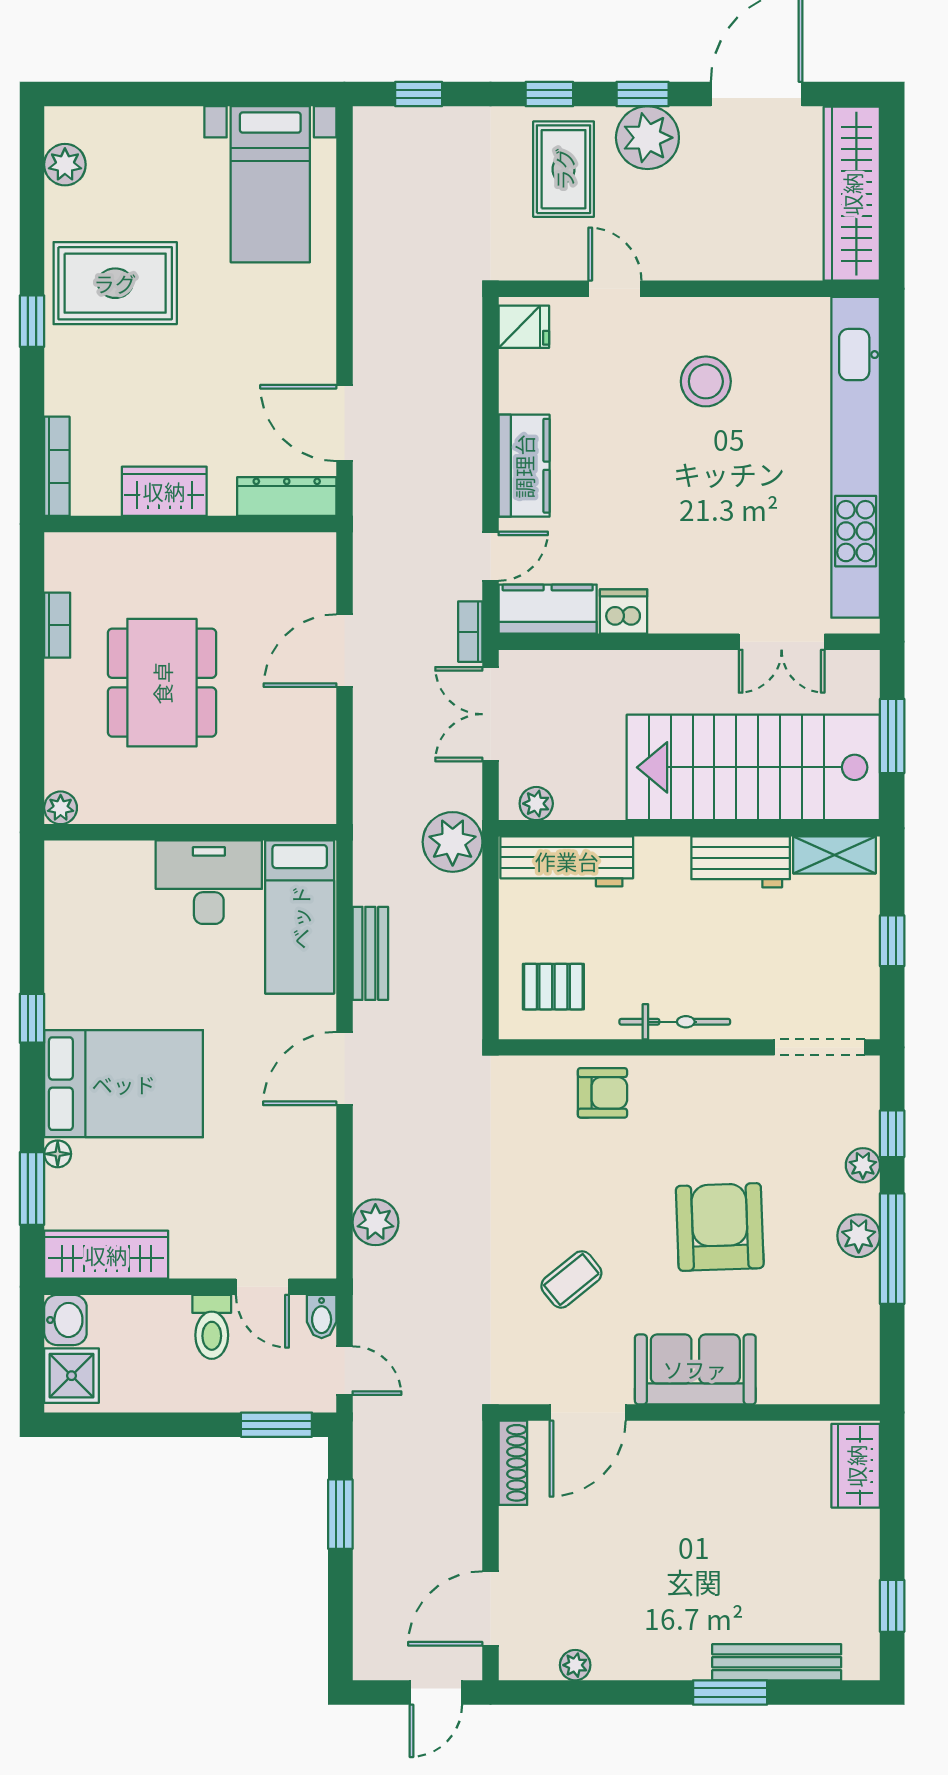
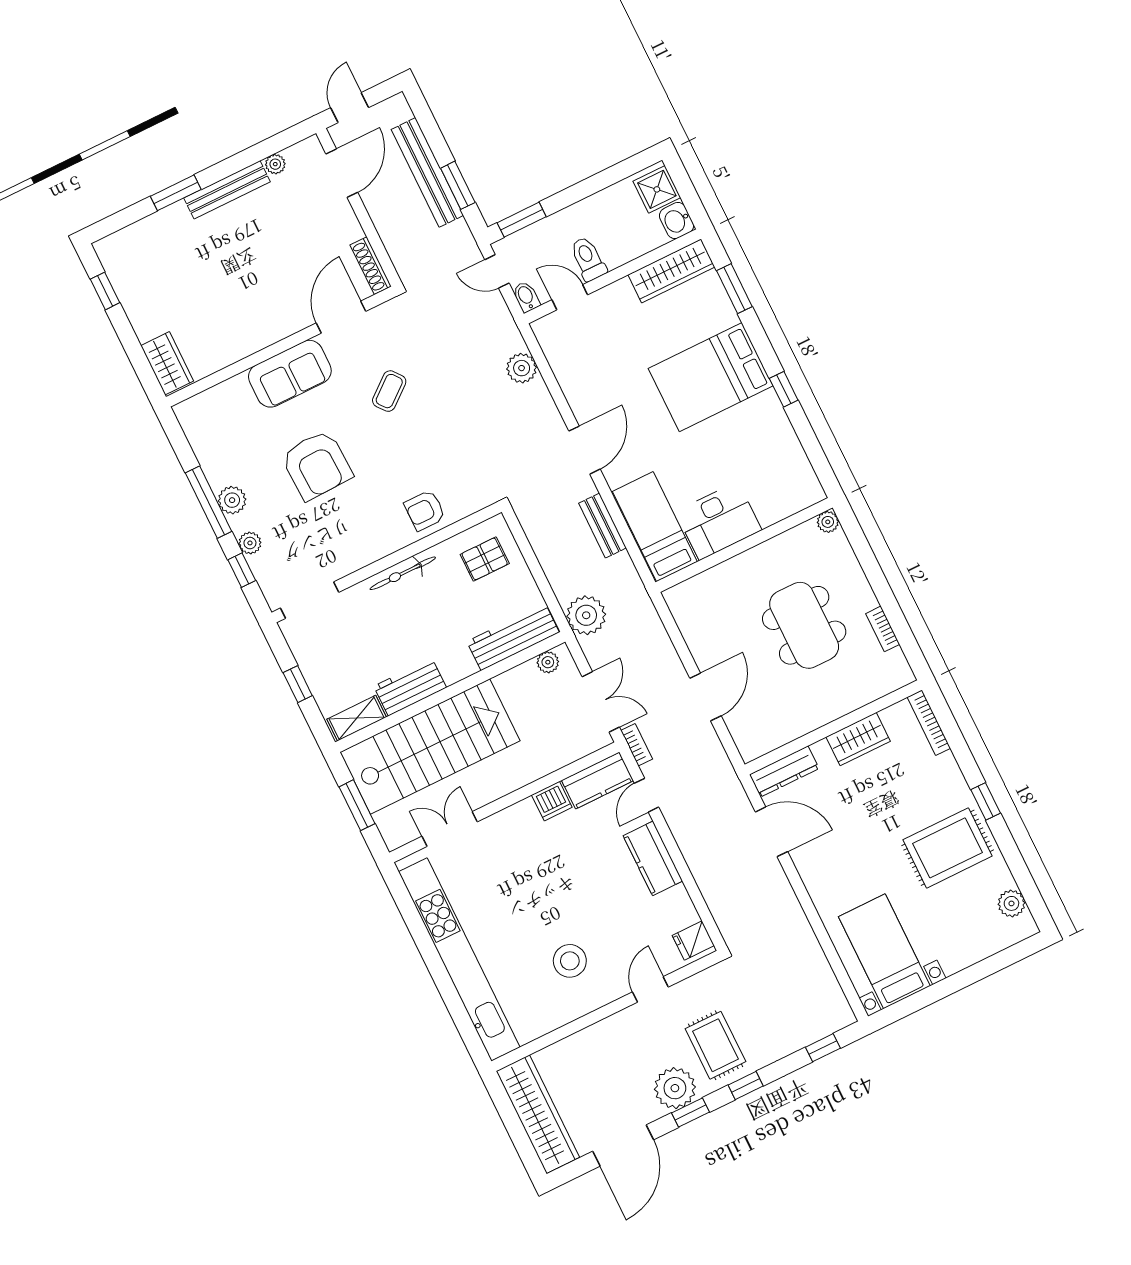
door: (615, 289) -> (650, 989), swing flipped
floor lamp: (58, 1154) -> (729, 316), removed
bench: (373, 1552) -> (427, 172), added
bench: (777, 1662) -> (227, 190), moved

